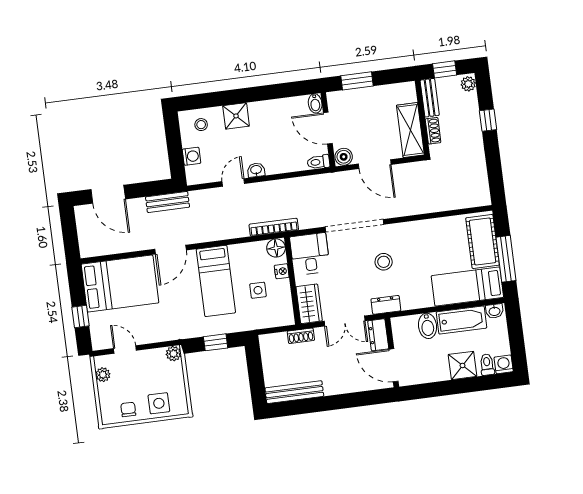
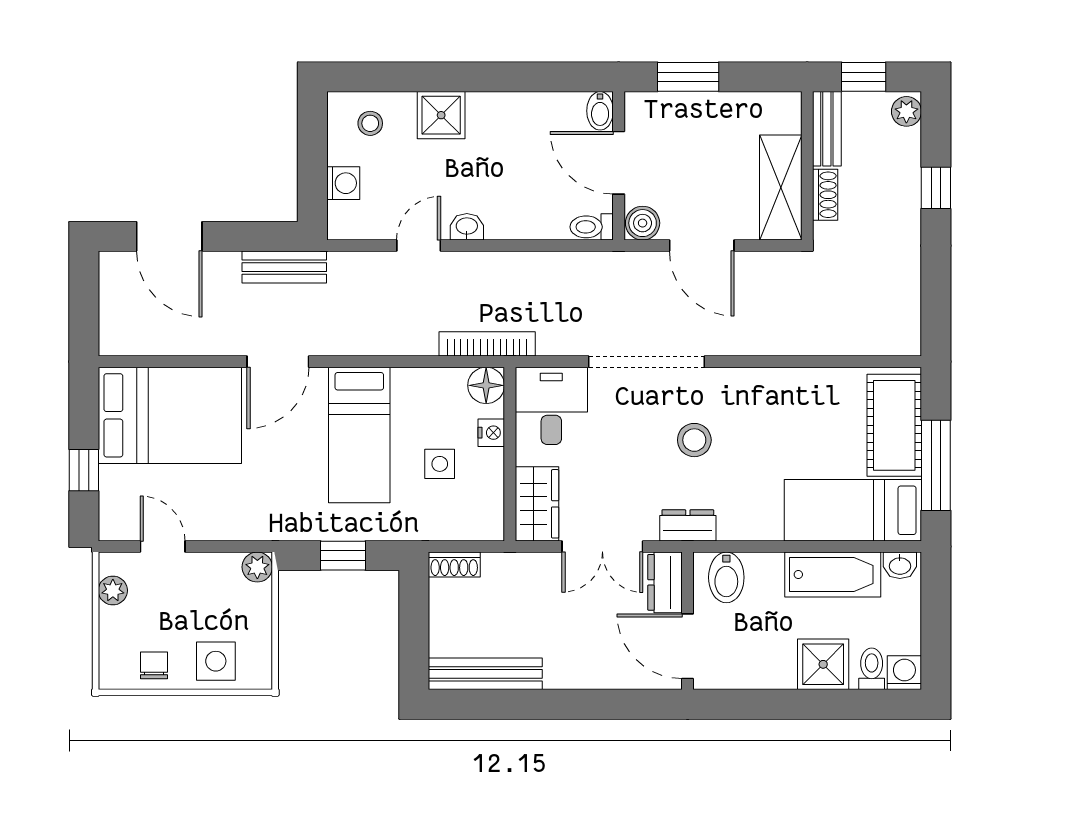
bidet: (428, 326) -> (726, 577), moved
shoe rack: (301, 336) -> (454, 565), moved

